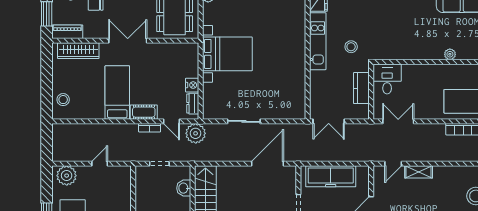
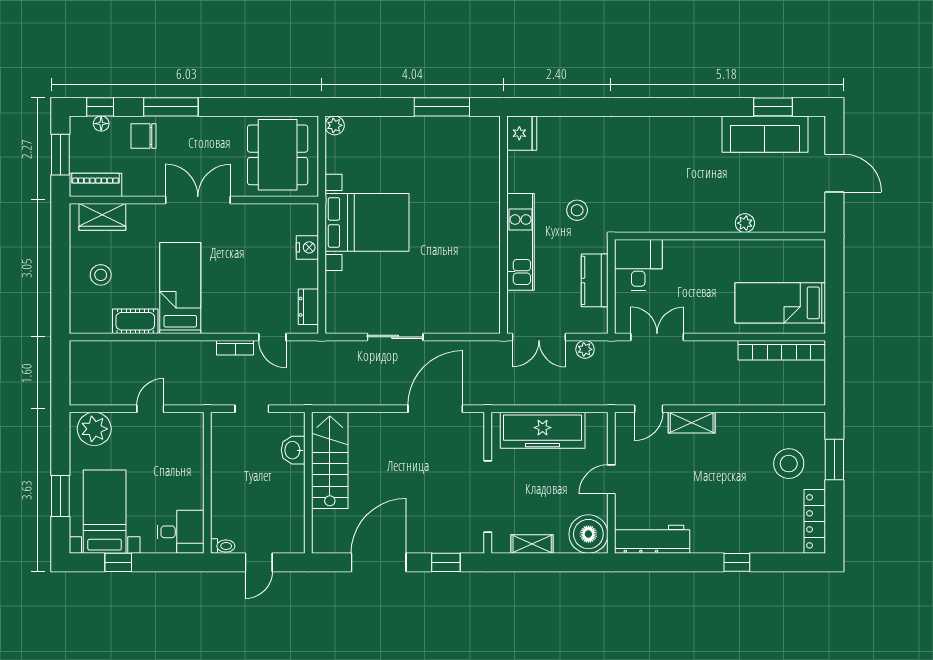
kitchen unit: (318, 41) -> (521, 242), moved
wardrobe: (78, 51) -> (102, 217), width x0.67
nightstand: (192, 85) -> (307, 247), moved
stool: (63, 100) -> (101, 275), moved
cot: (144, 112) -> (135, 321), moved
plant: (196, 133) -> (585, 349), moved, width x0.53, depth x0.53

